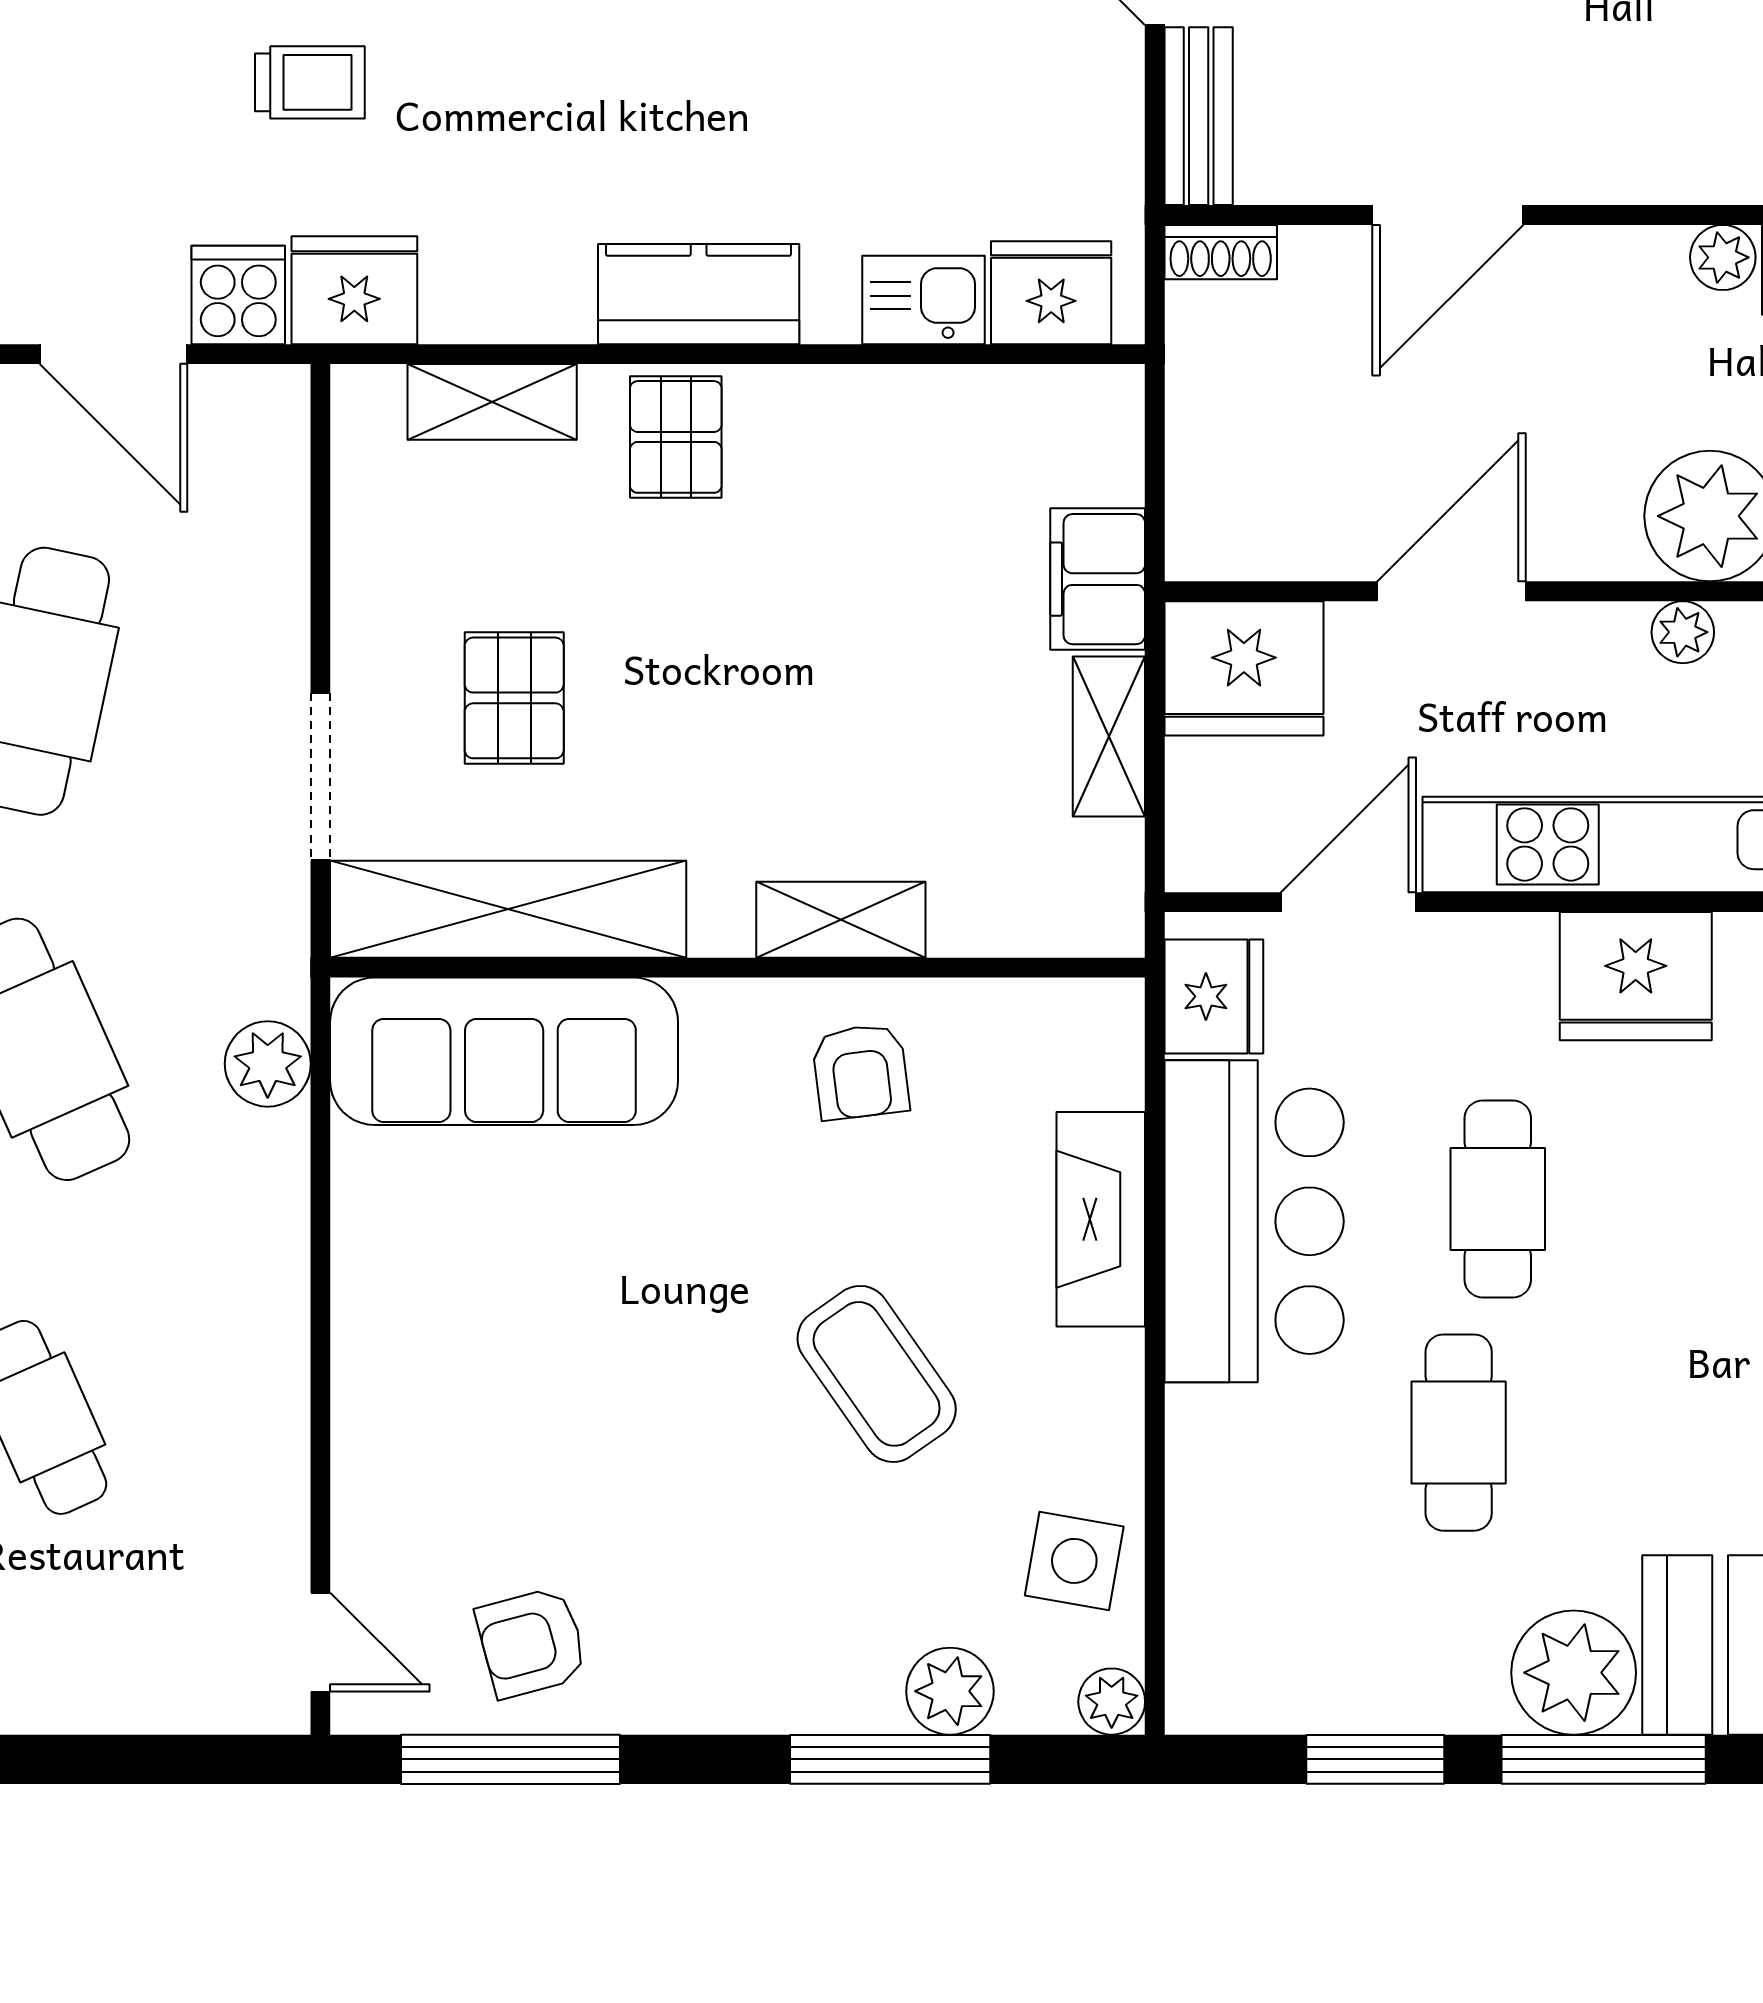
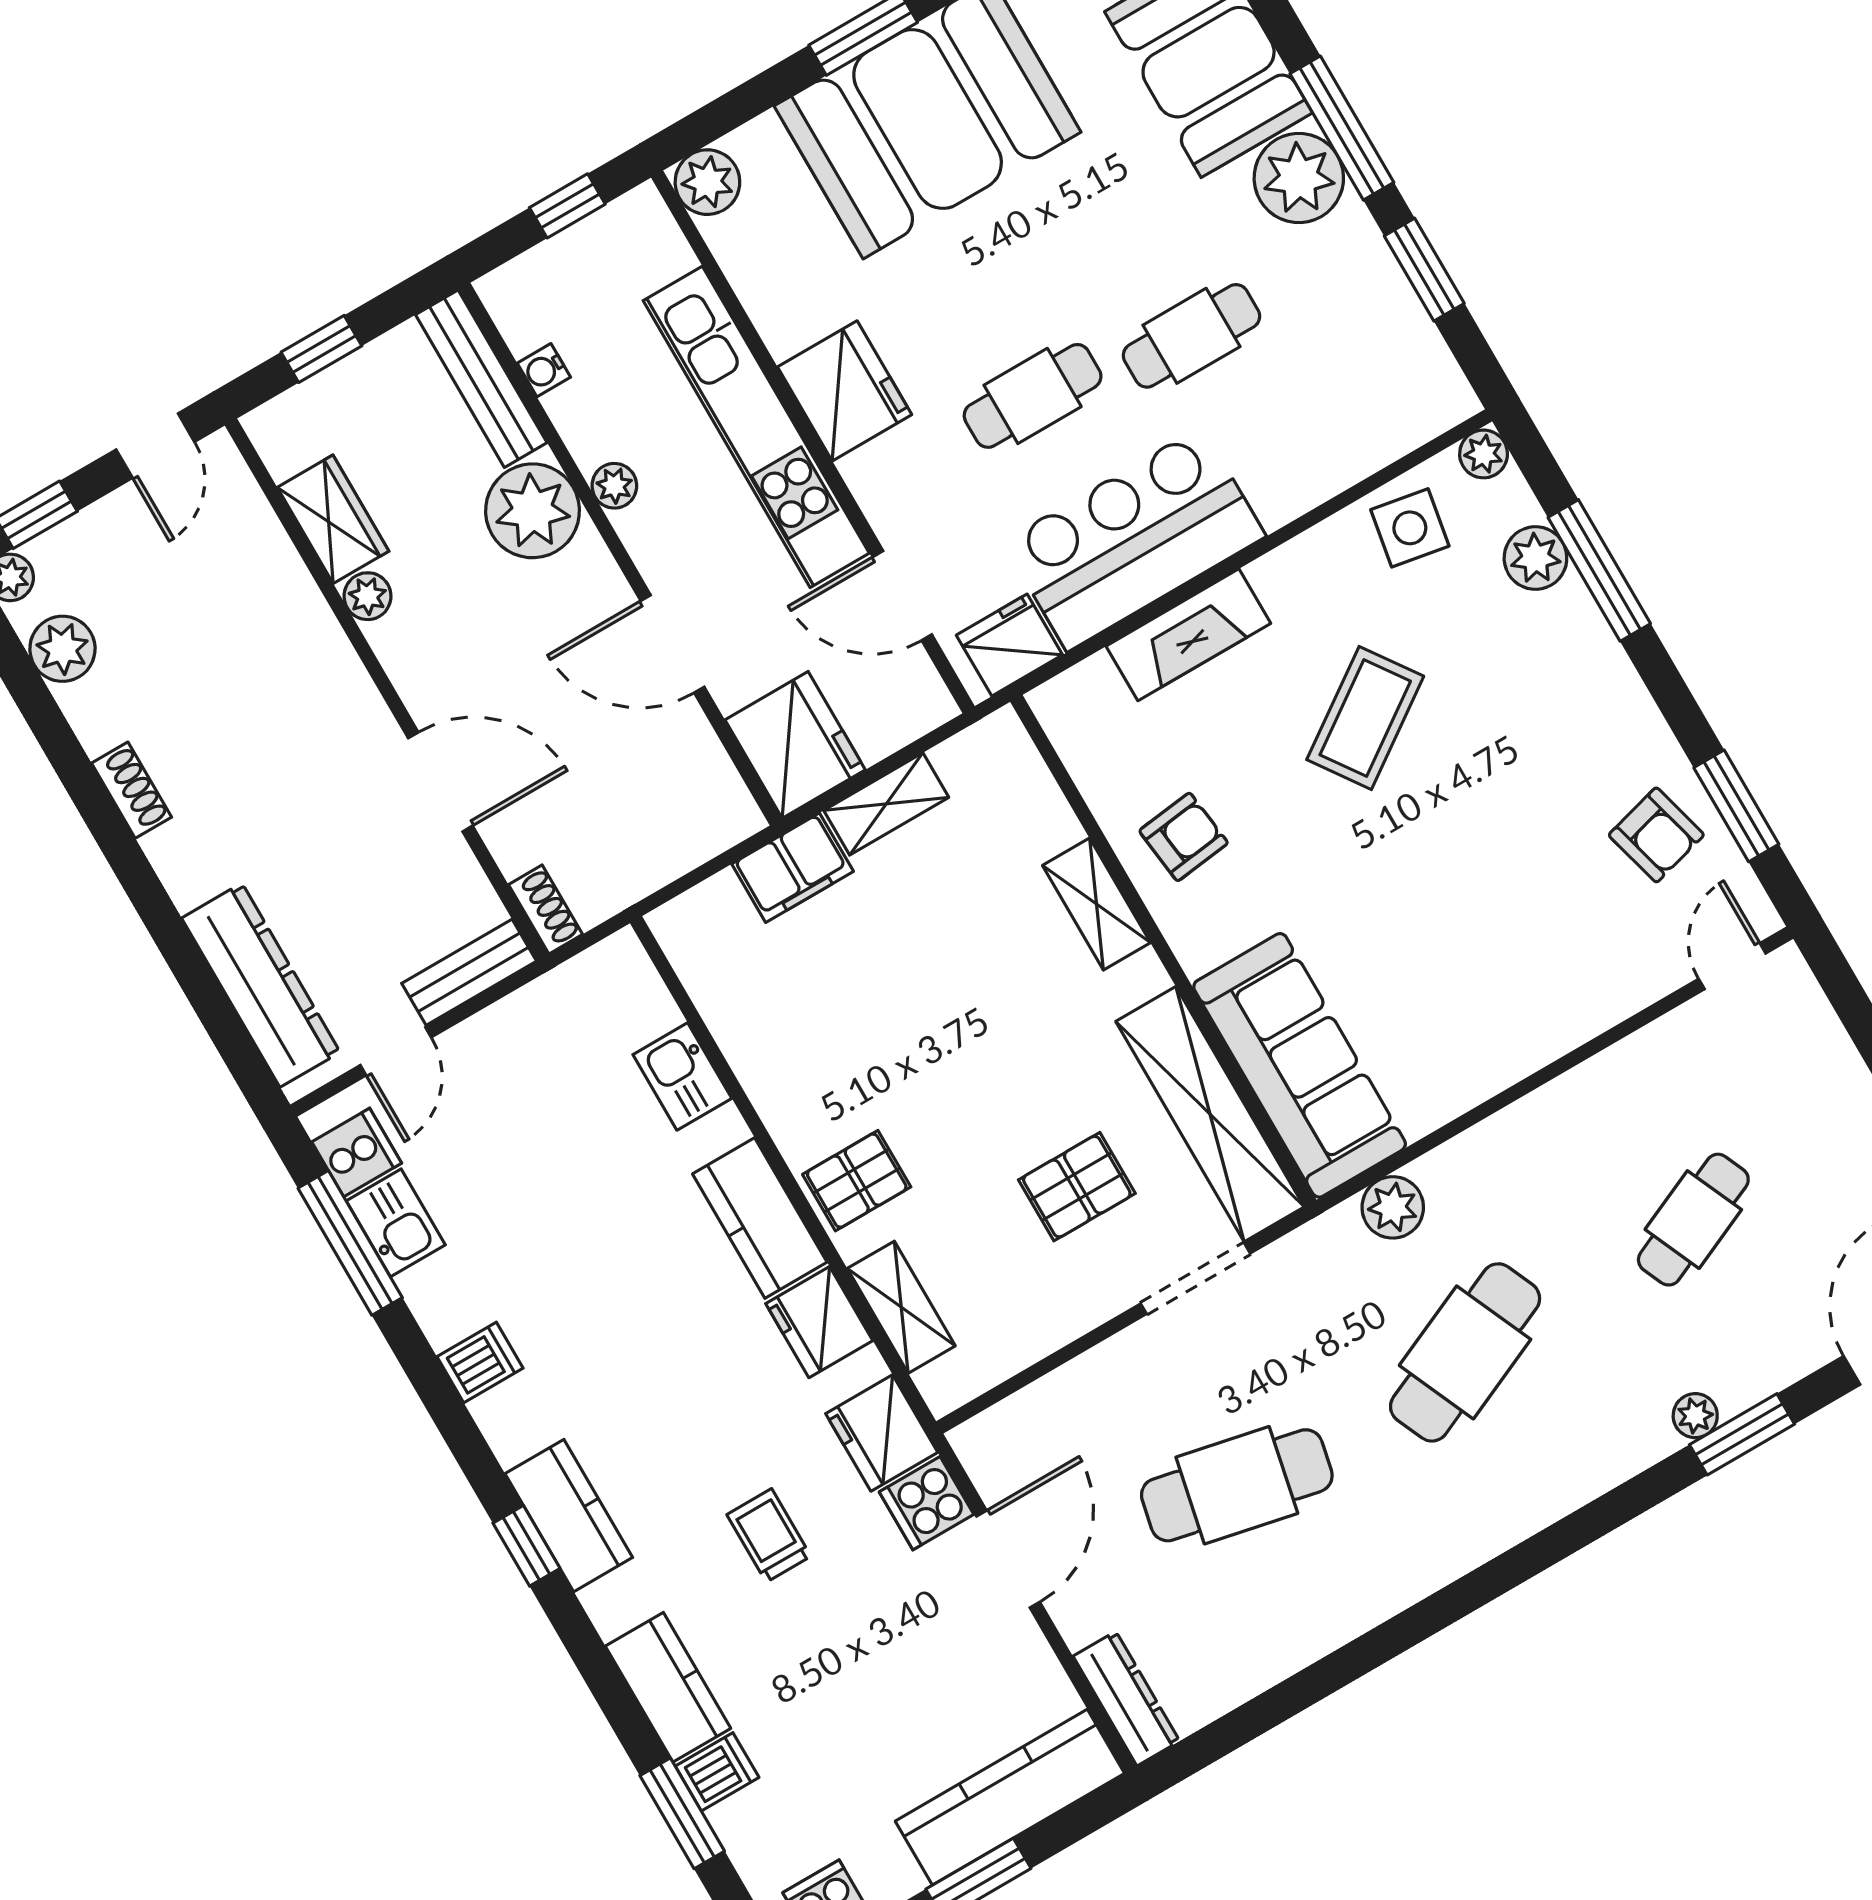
fridge: (1051, 293) -> (819, 1322), moved
window: (511, 1759) -> (1736, 806), width x0.69

